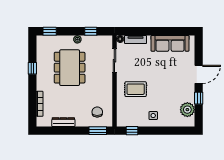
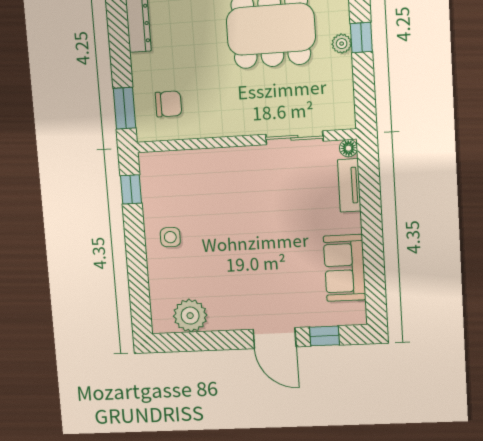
window: (91, 31) -> (361, 37), moved
sofa: (170, 43) -> (345, 268), width x0.73
rug: (136, 89) -> (230, 192), removed
window: (199, 98) -> (324, 336), moved

